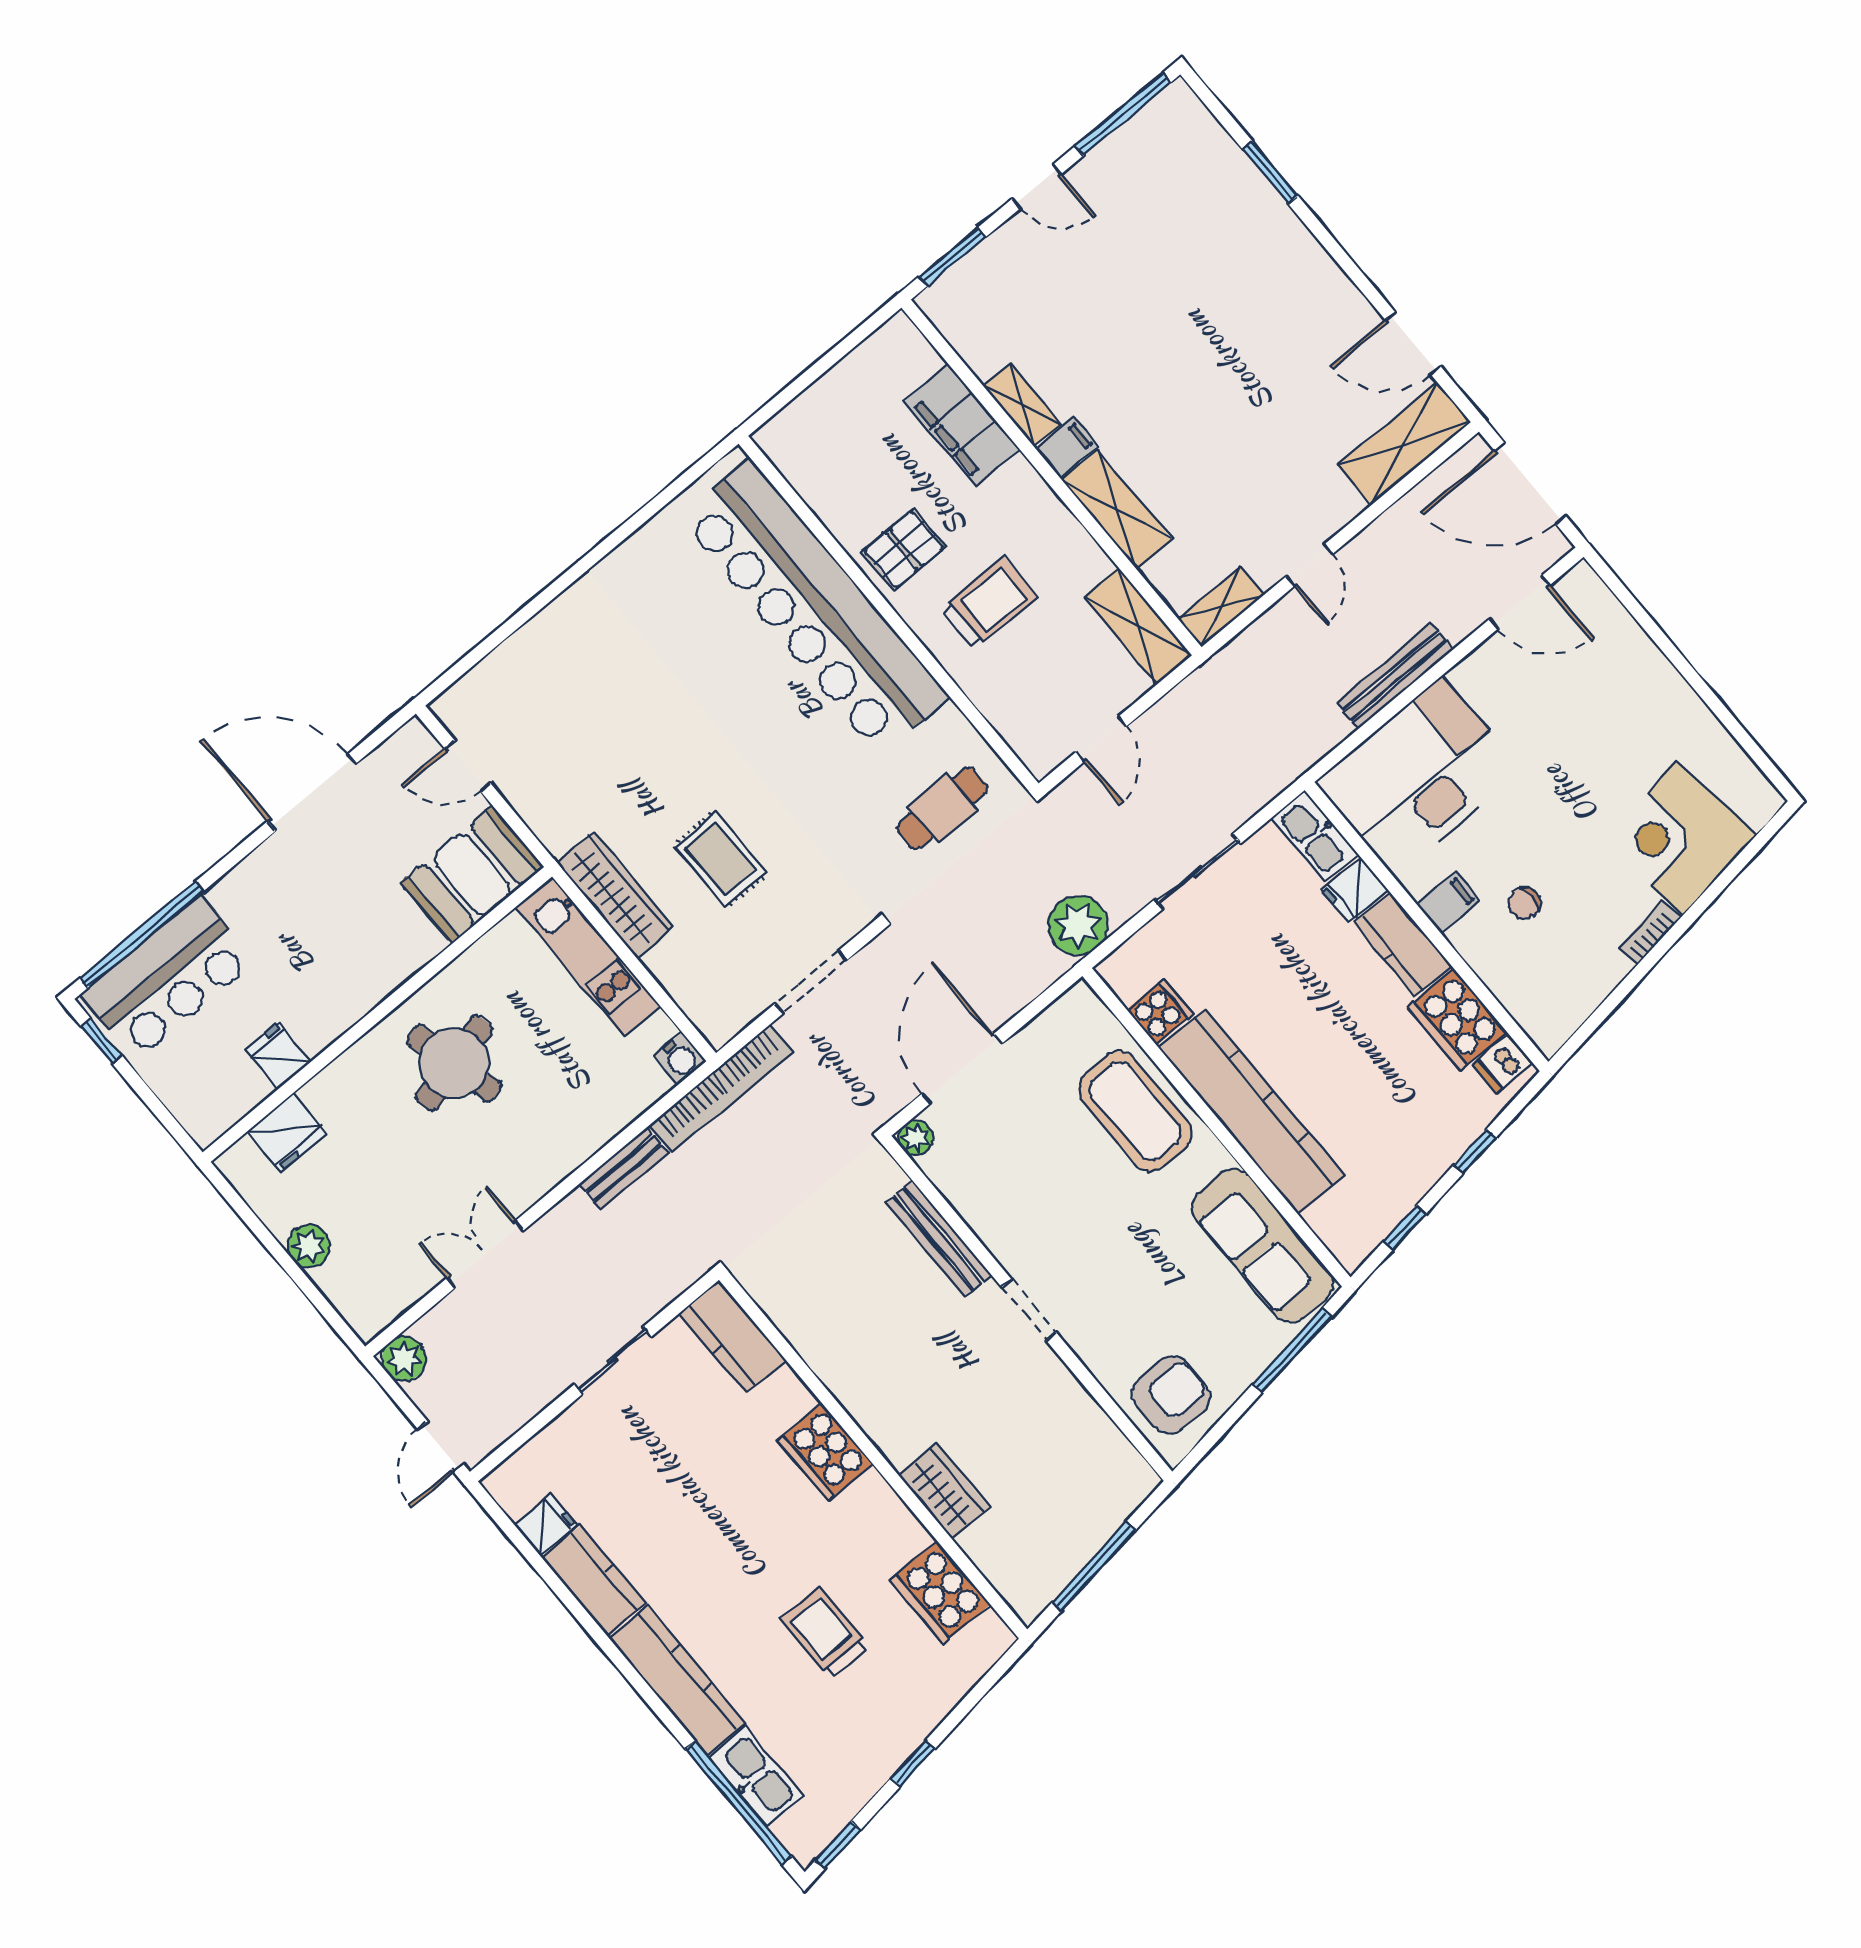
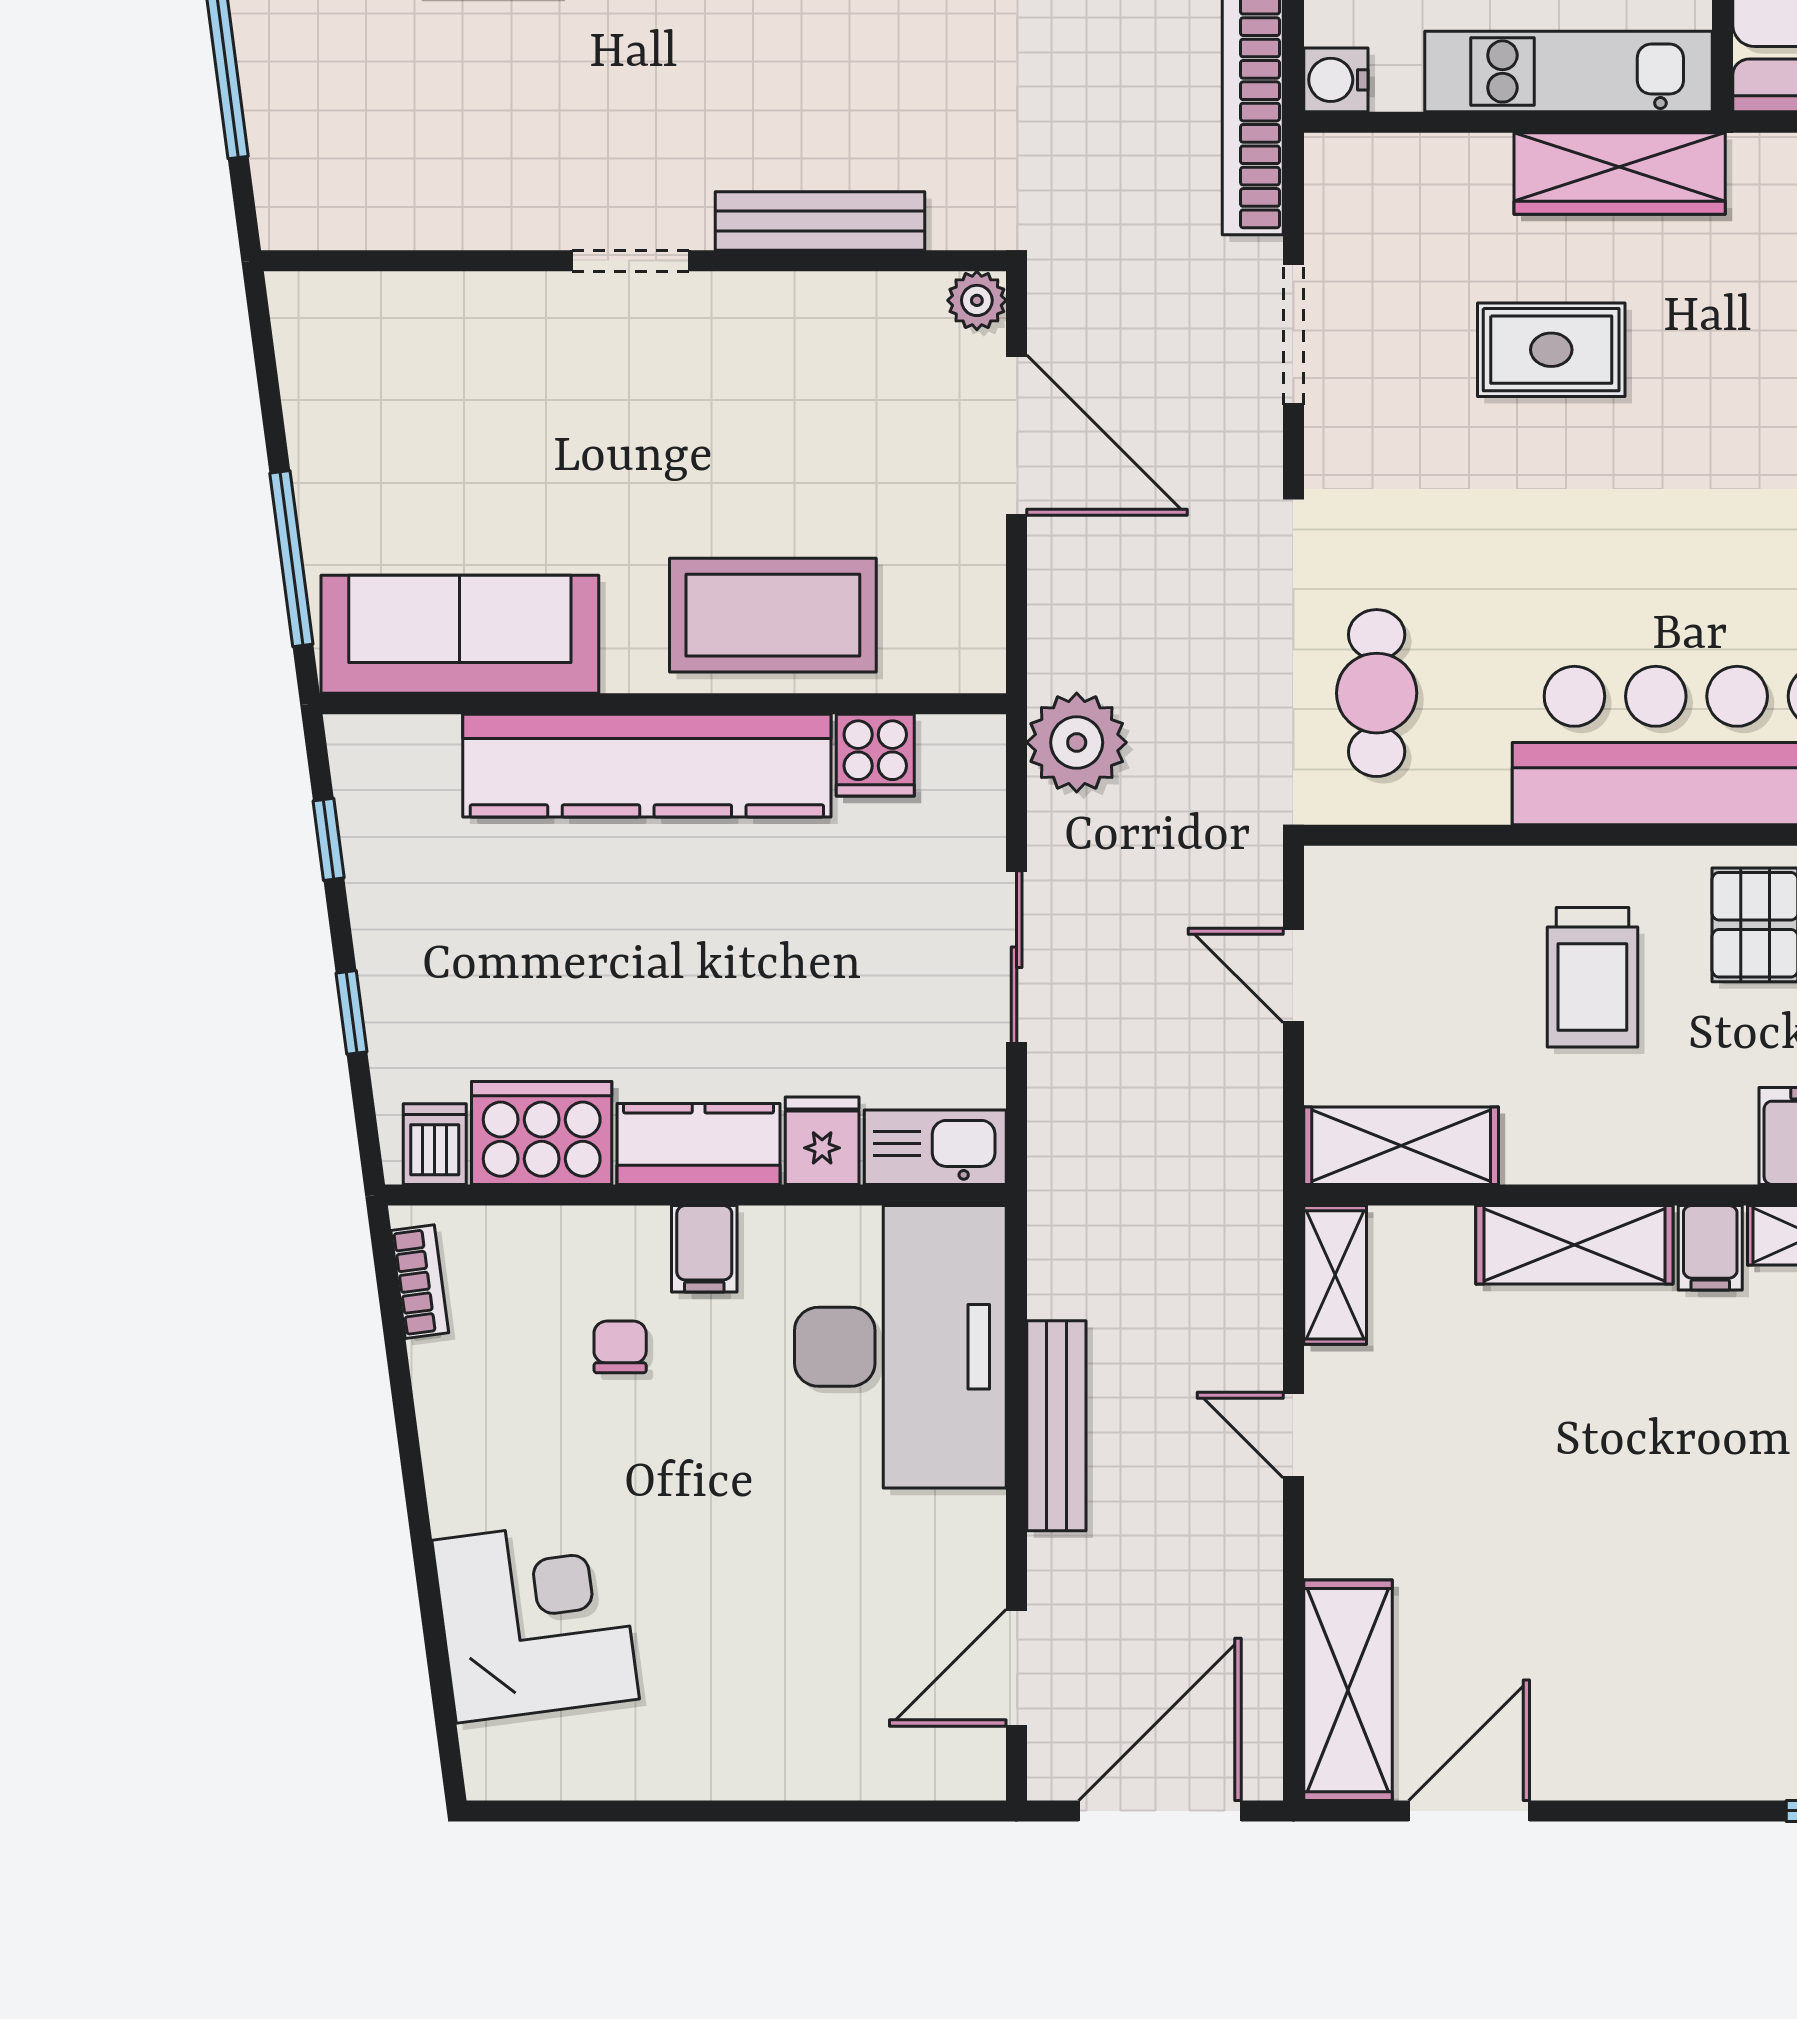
bookcase: (1650, 933) -> (420, 1282), moved
armchair: (1171, 1395) -> (365, 353), removed

